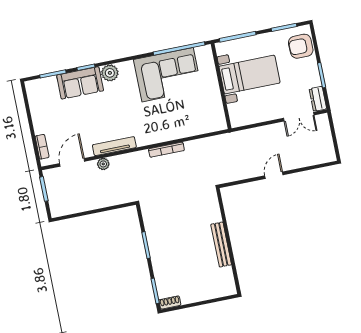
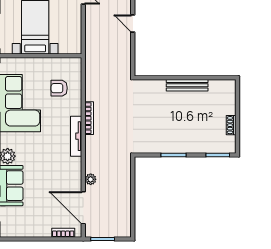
armchair: (191, 112) -> (59, 88), added
tv unit: (114, 146) -> (76, 136), moved
door: (72, 162) -> (83, 208), width x1.36
shoe rack: (170, 302) -> (231, 125), moved

